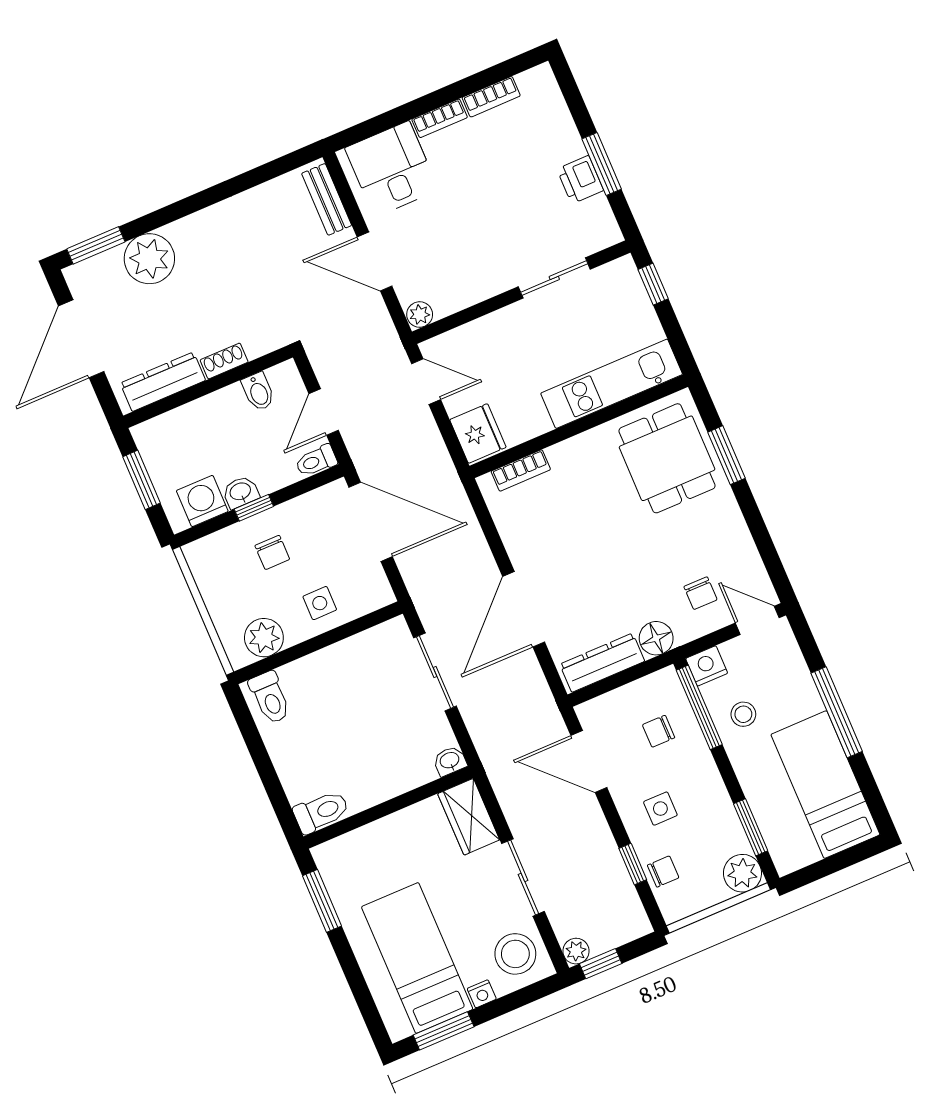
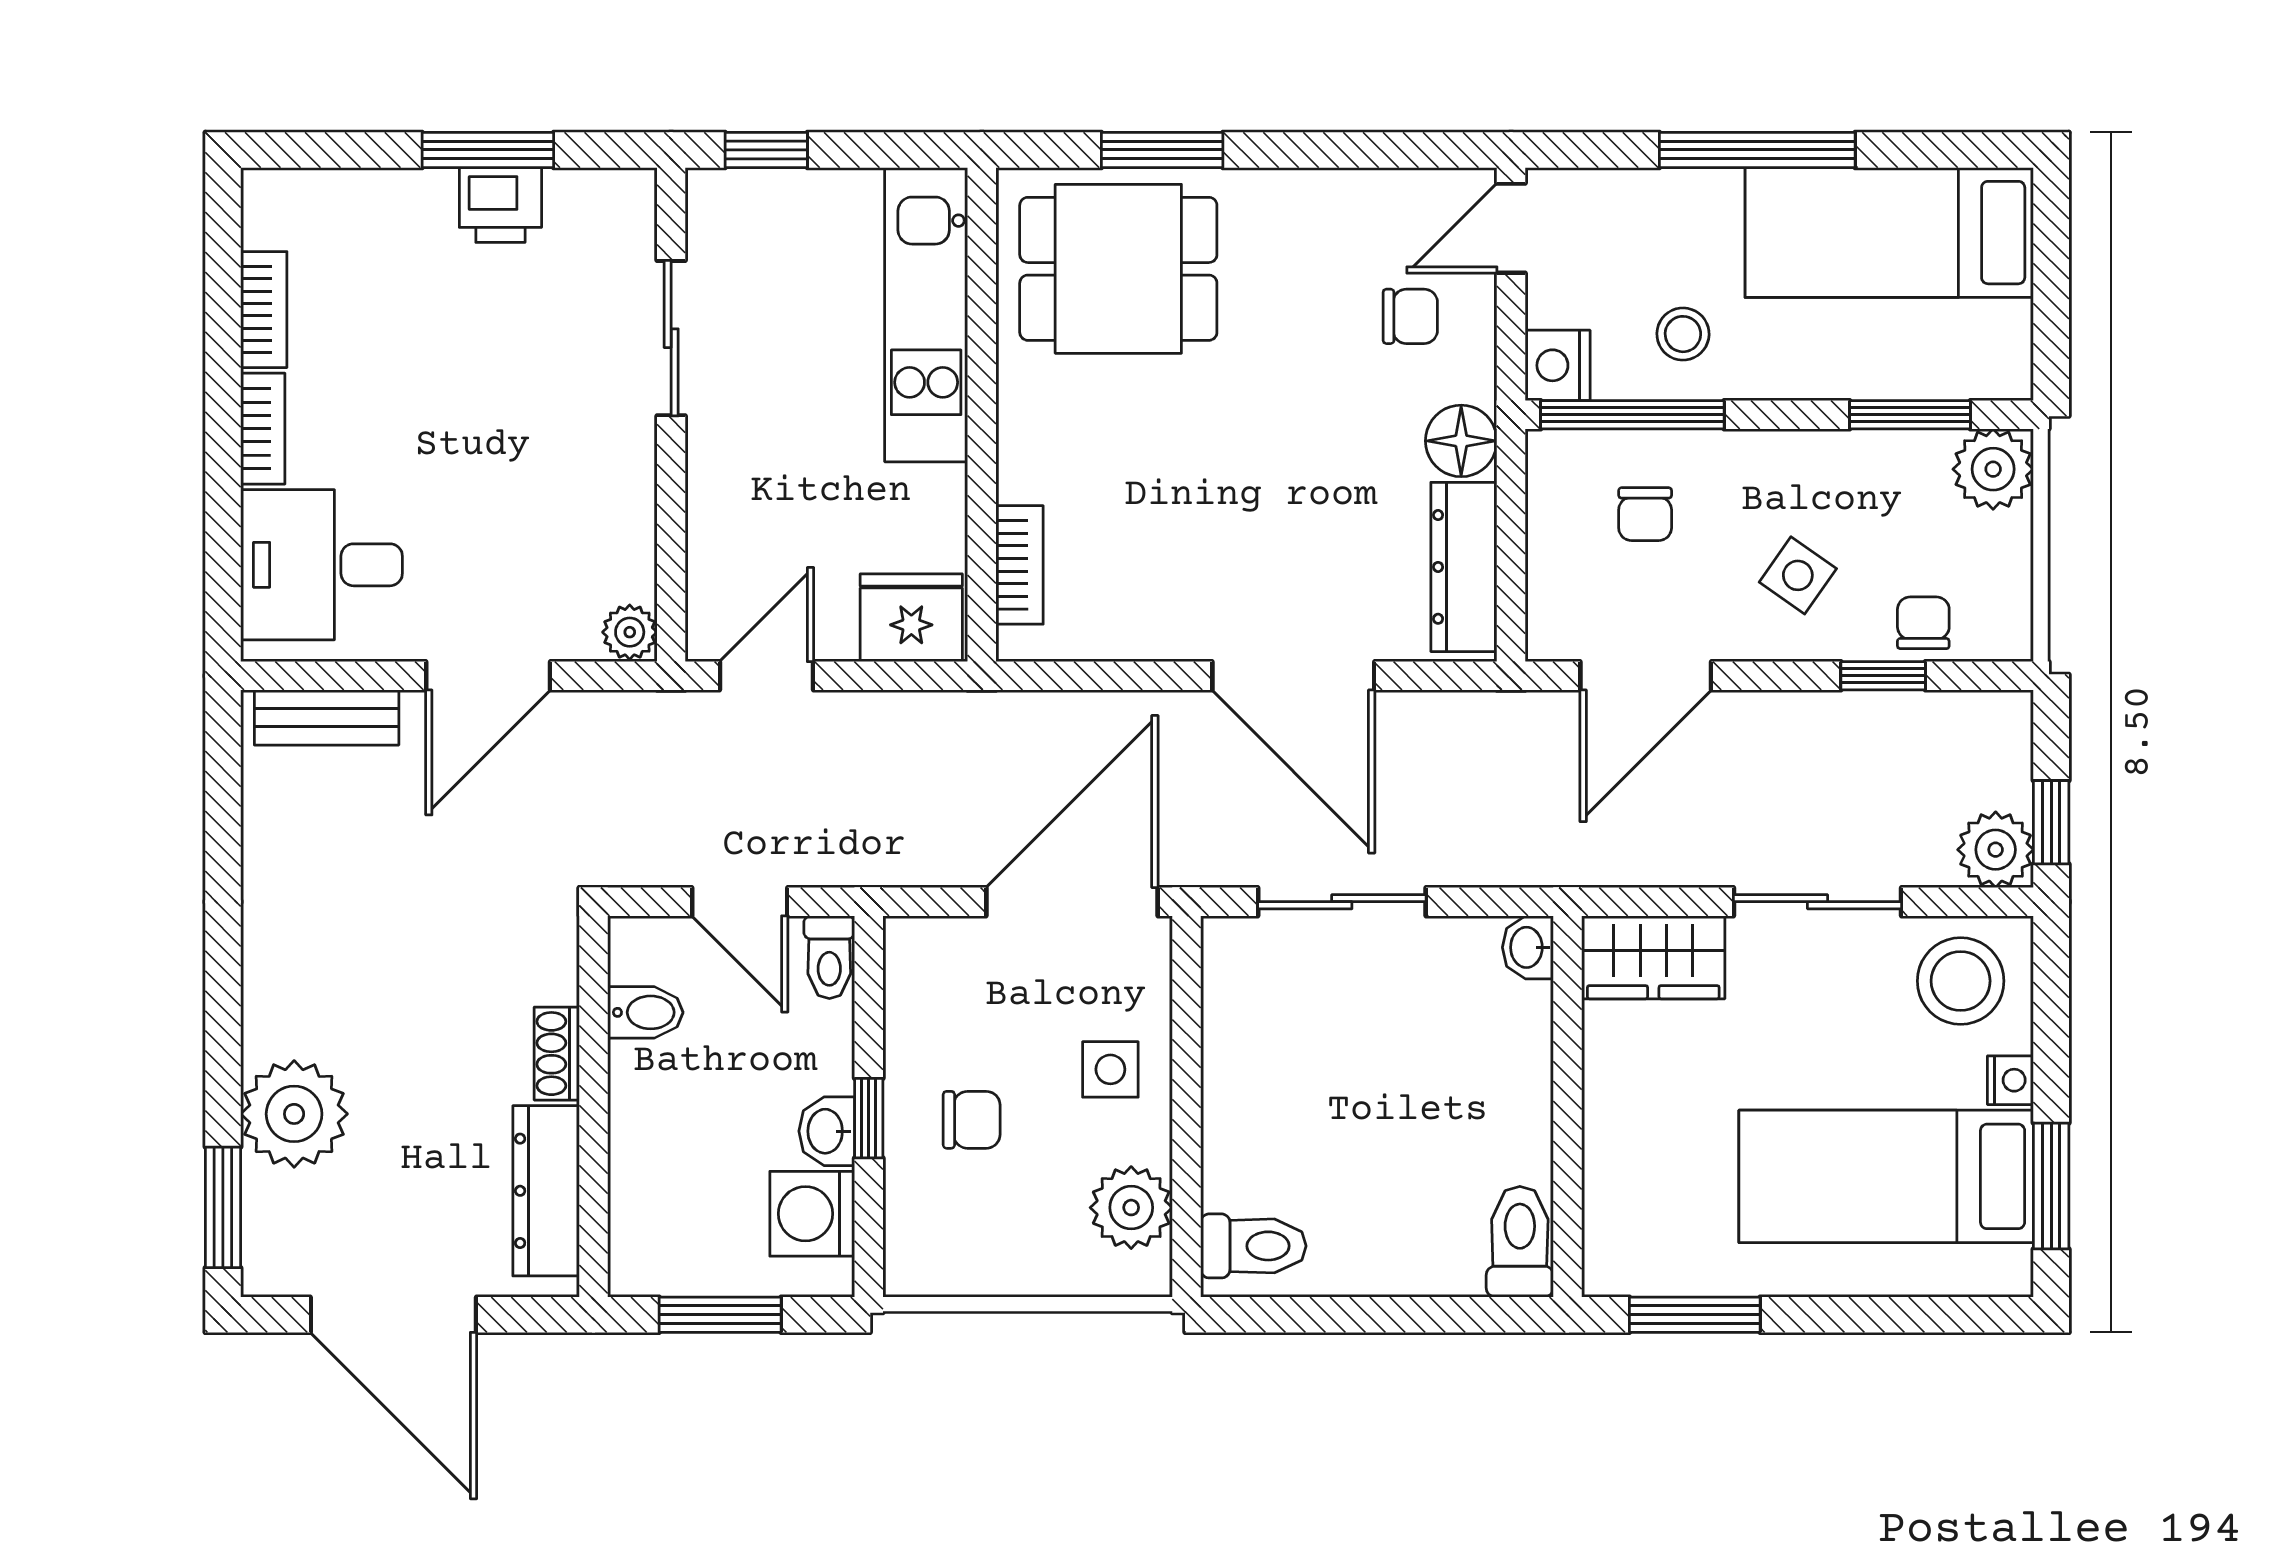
door: (371, 522) -> (1072, 902), moved
side table: (660, 809) -> (1798, 575), turned 35
plant: (576, 951) -> (1996, 850), width x1.38, depth x1.38

